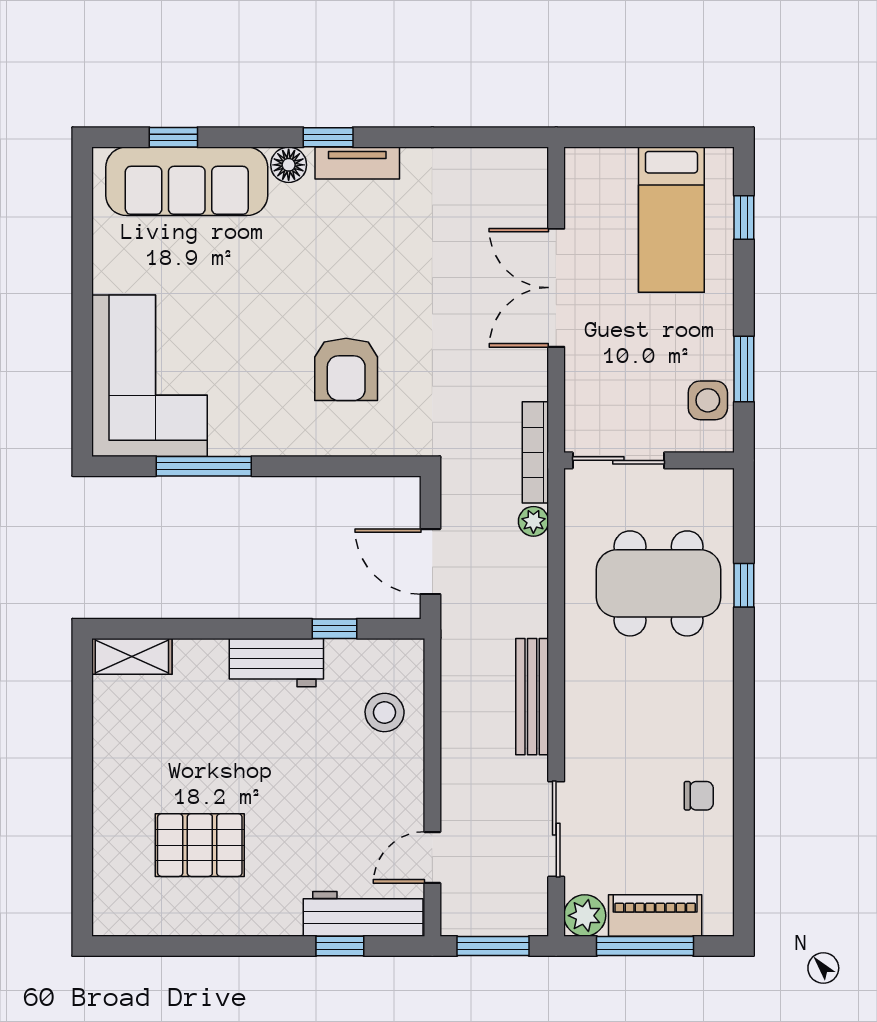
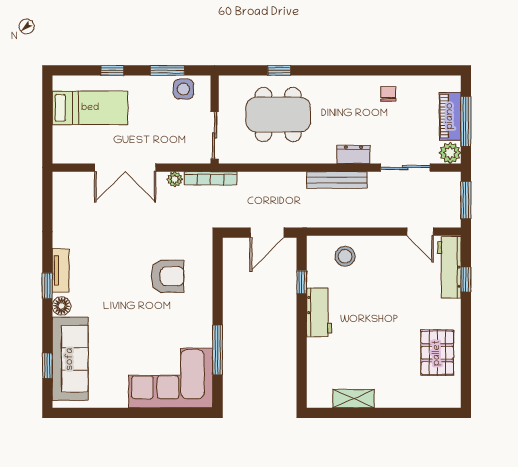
window: (744, 218) -> (112, 70), moved
plant: (533, 521) -> (175, 179), moved
dining table: (659, 583) -> (278, 115), turned 90
shelving: (132, 656) -> (353, 399), moved, turned 90
dresser: (582, 729) -> (353, 154), added
pallet: (200, 845) -> (437, 353), moved

